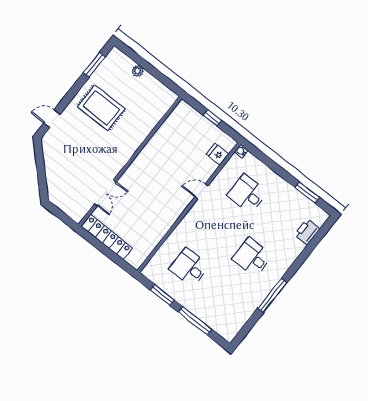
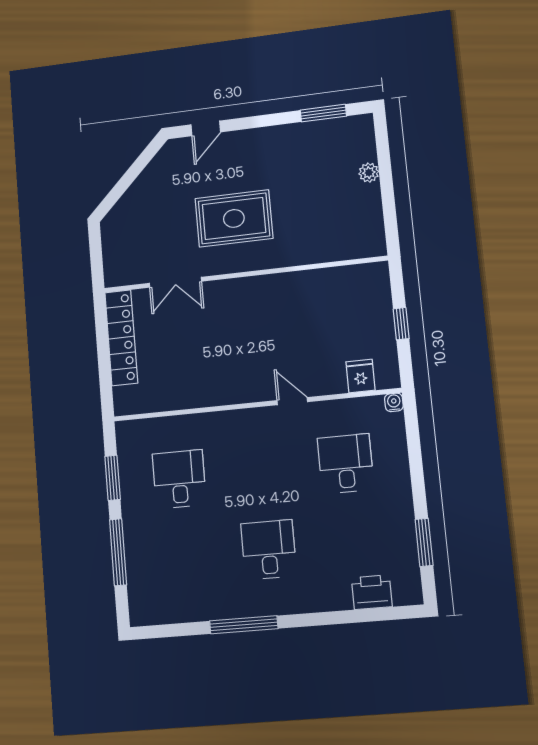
rug: (101, 108) -> (234, 218), moved, turned 90
door: (52, 119) -> (206, 128), swing flipped

